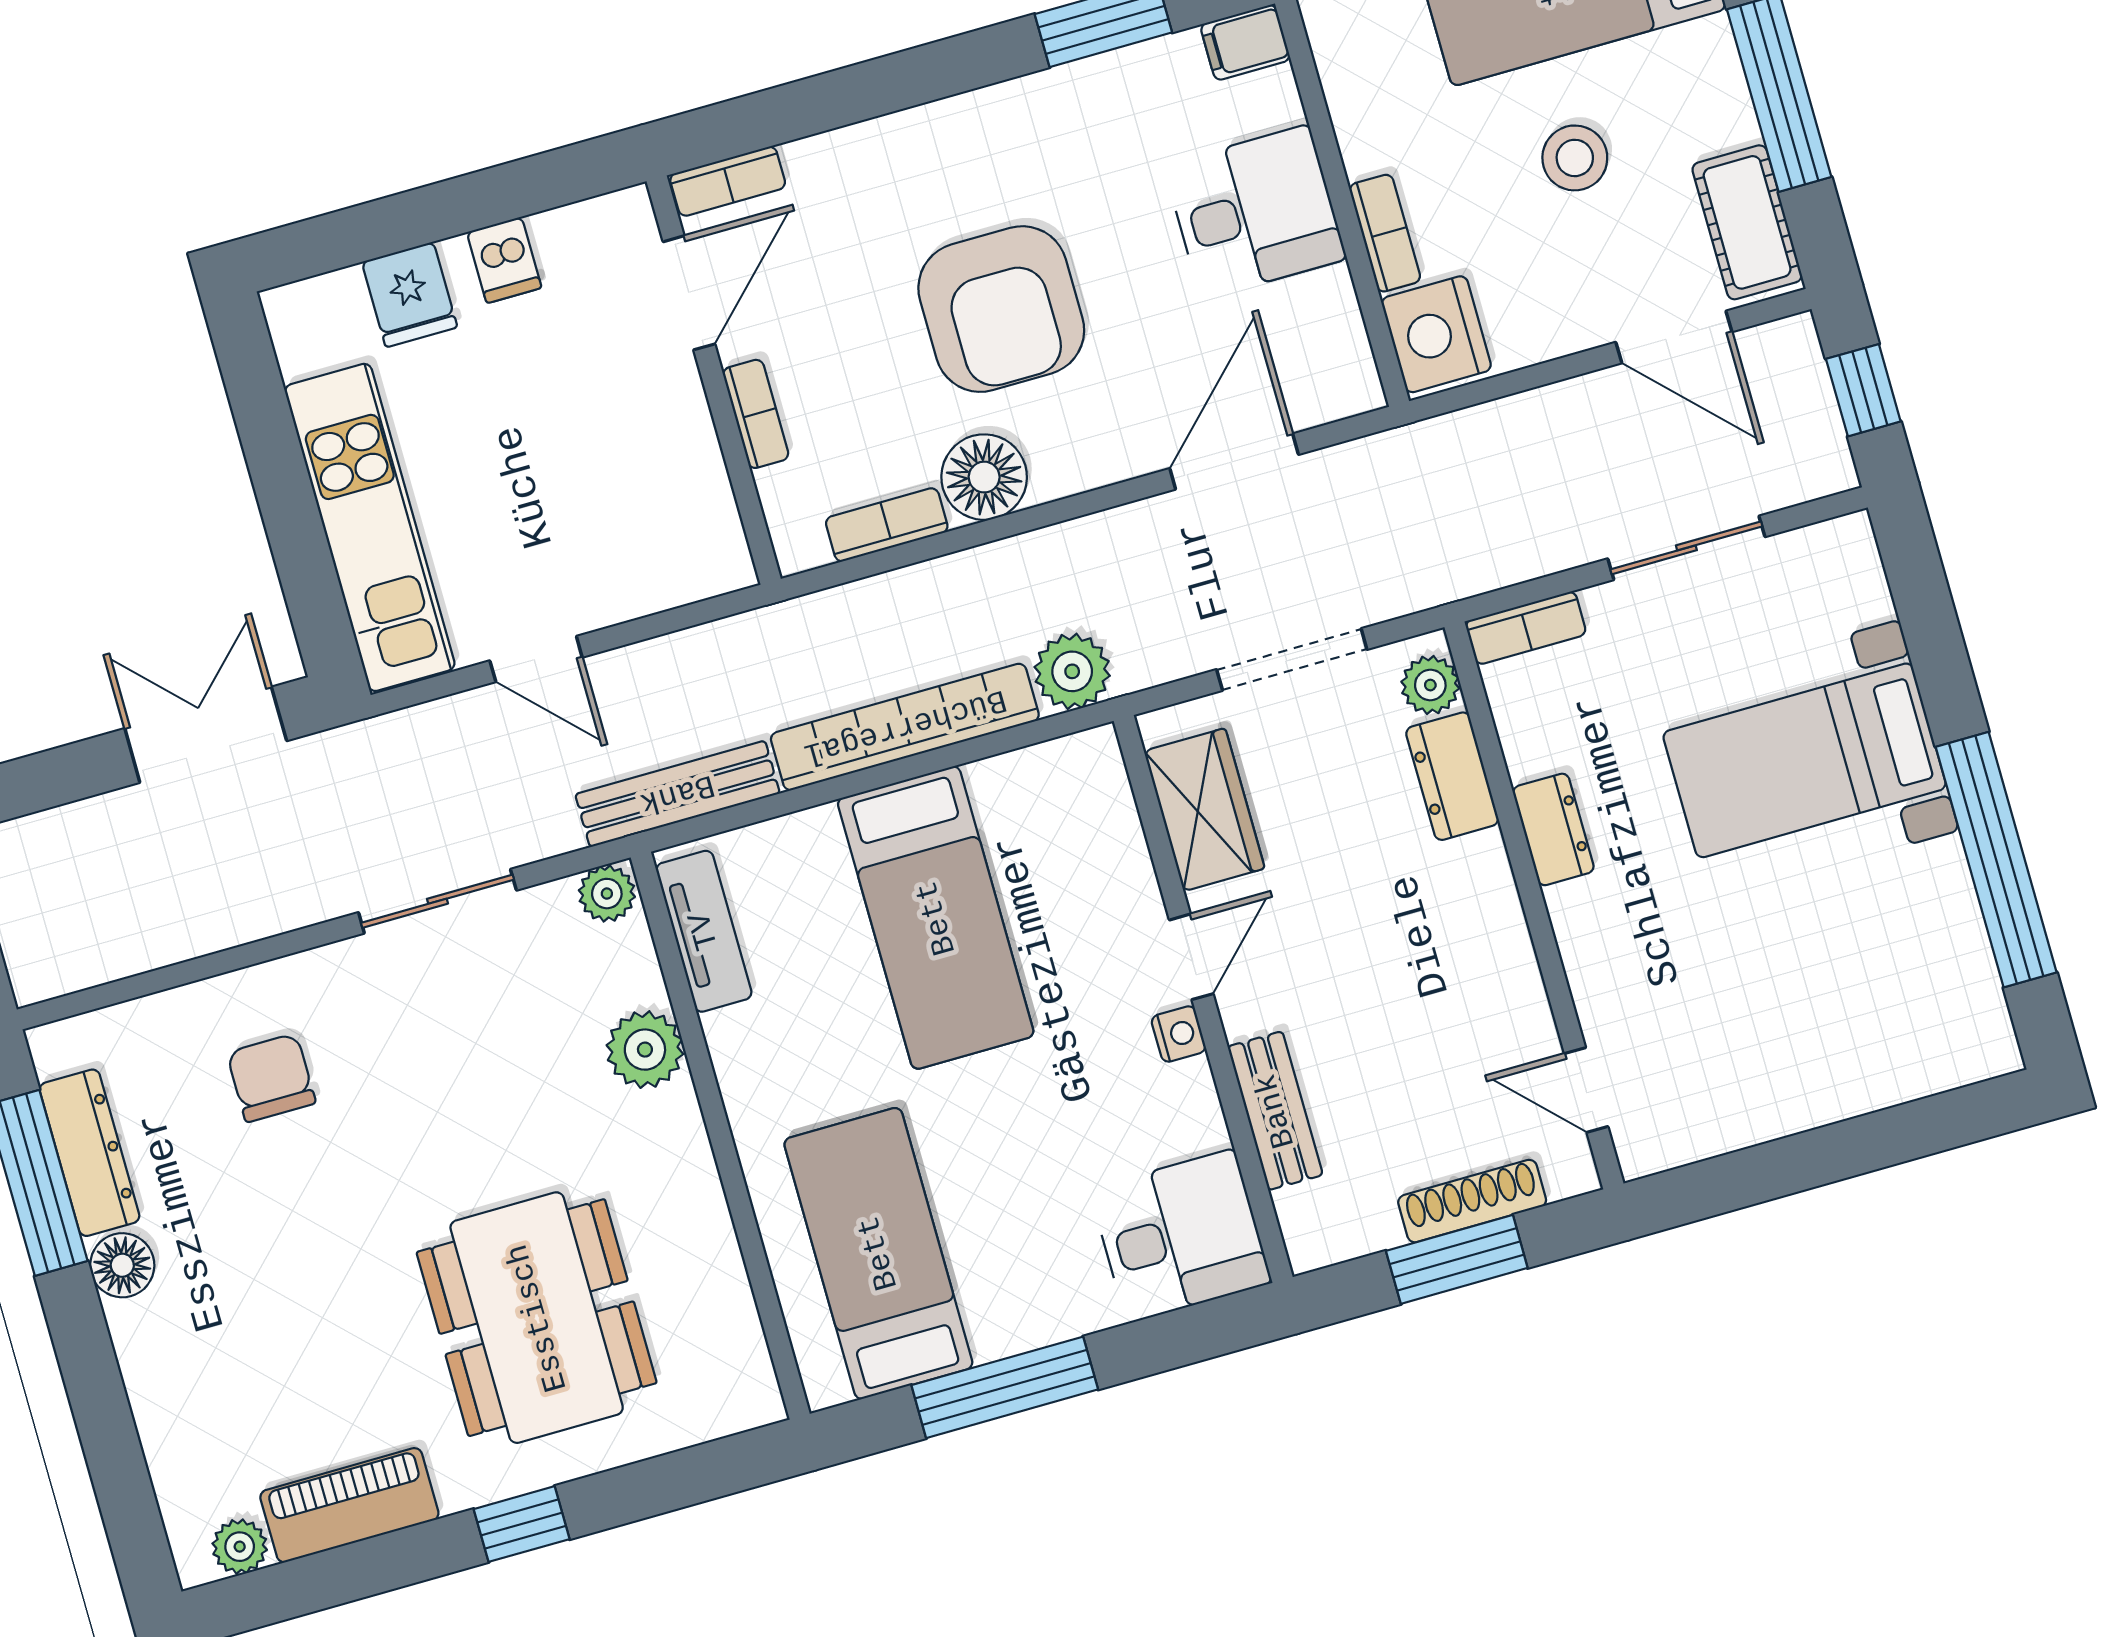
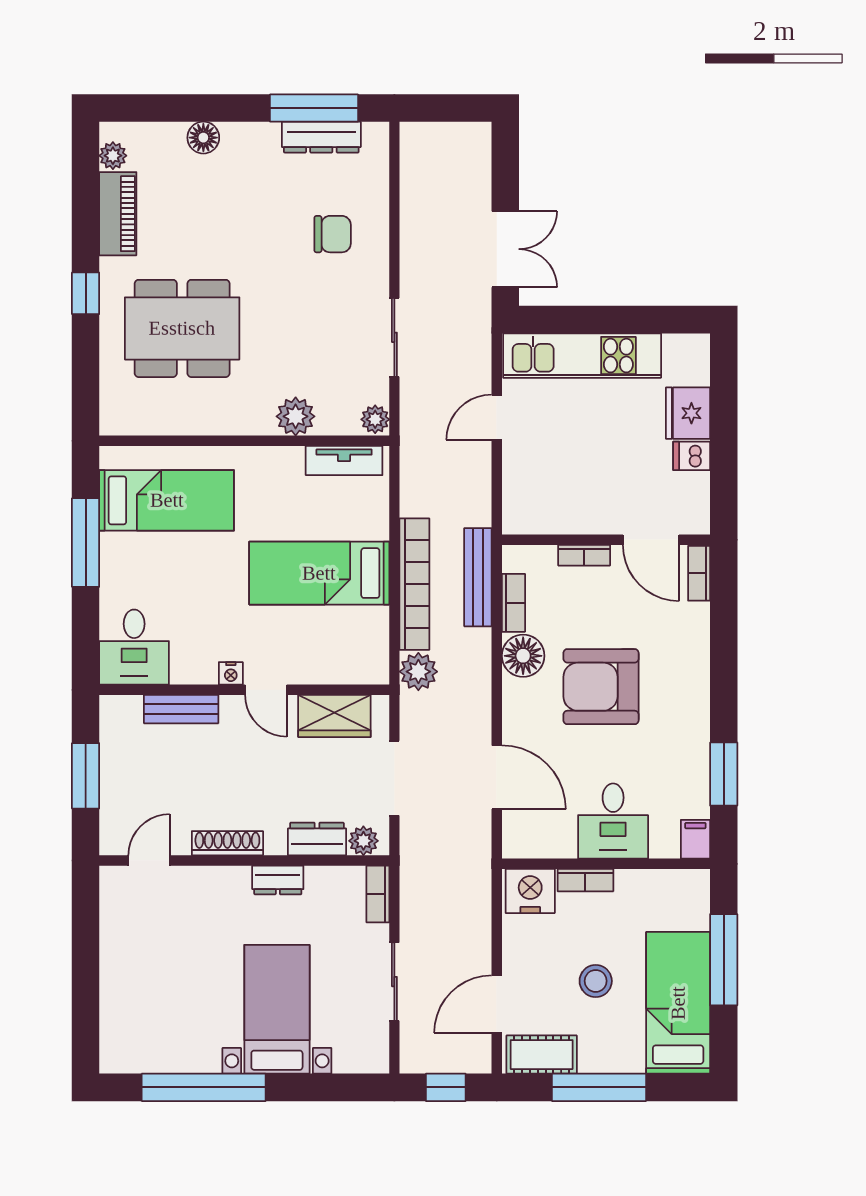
fridge: (410, 295) -> (688, 413), width x1.38
bench: (677, 794) -> (478, 577), moved
shoe rack: (1472, 1201) -> (227, 843), moved, turned -90
floor lamp: (122, 1265) -> (203, 138), moved

